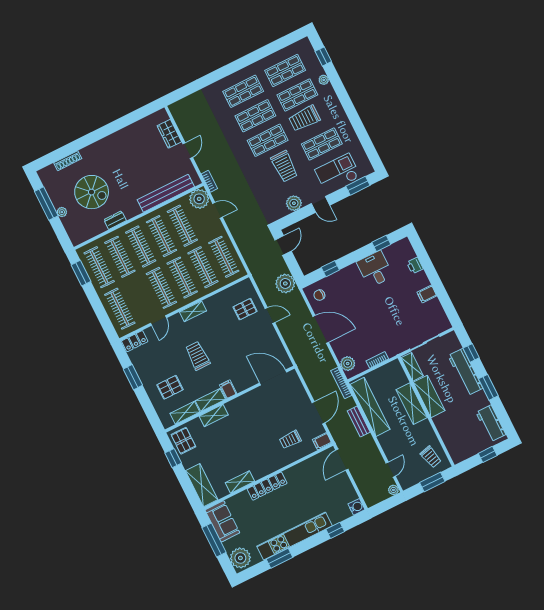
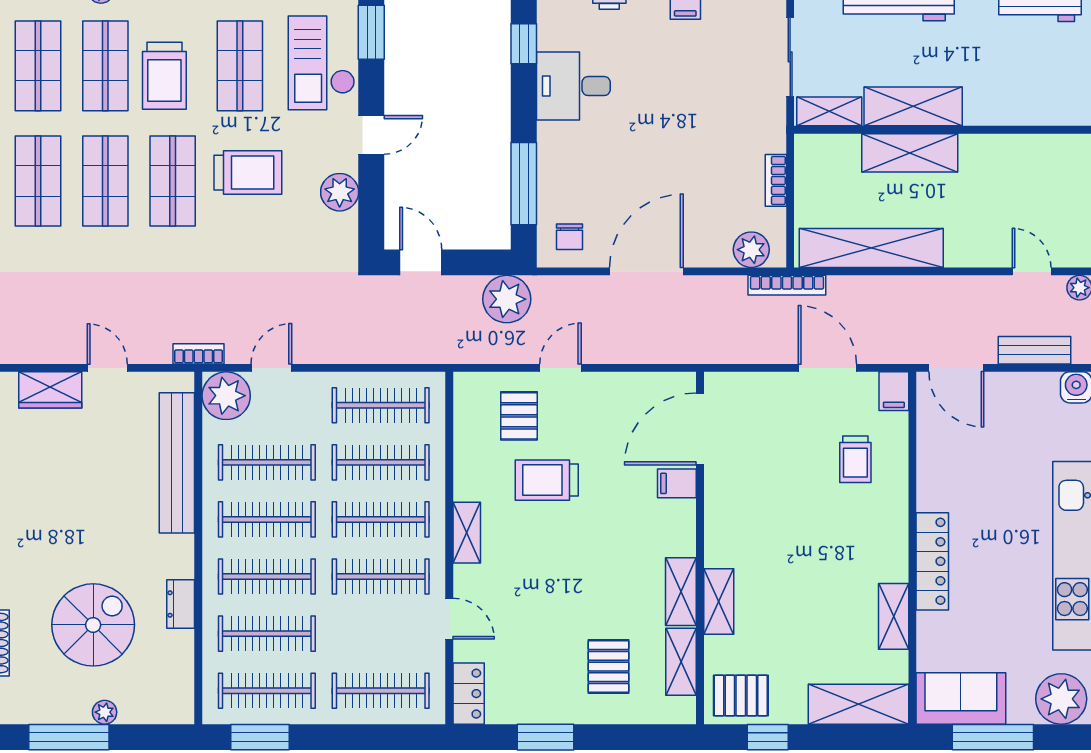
window: (330, 269) -> (524, 184), width x2.17
trolley: (198, 356) -> (547, 480), moved
filing cabinet: (228, 389) -> (677, 483), moved
bench: (359, 422) -> (1034, 350), moved
trolley: (431, 457) -> (1048, 170), removed

